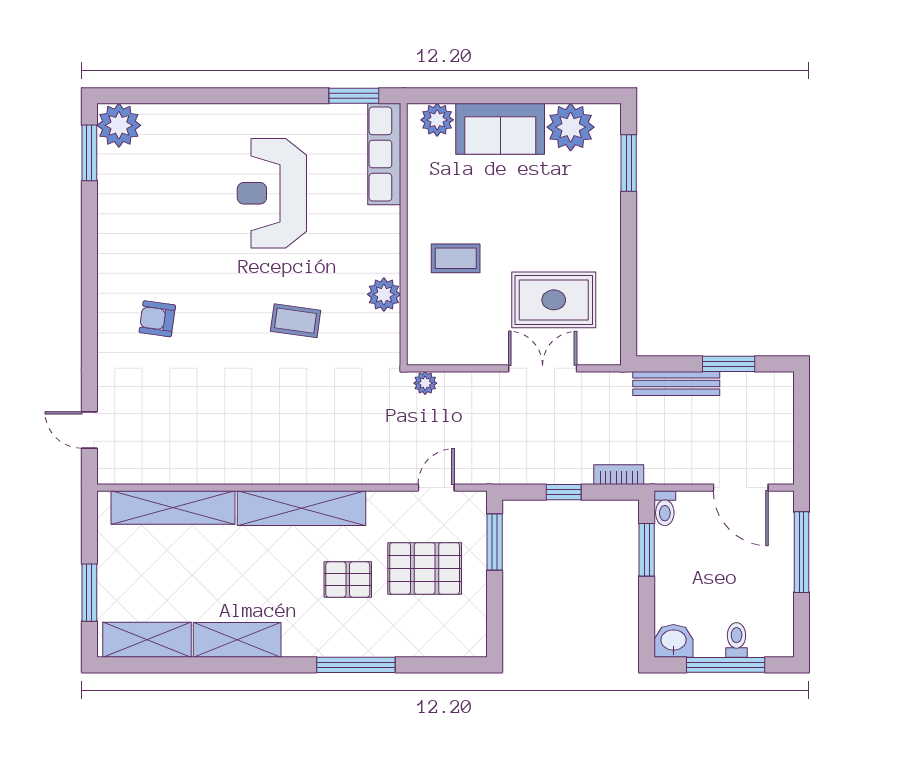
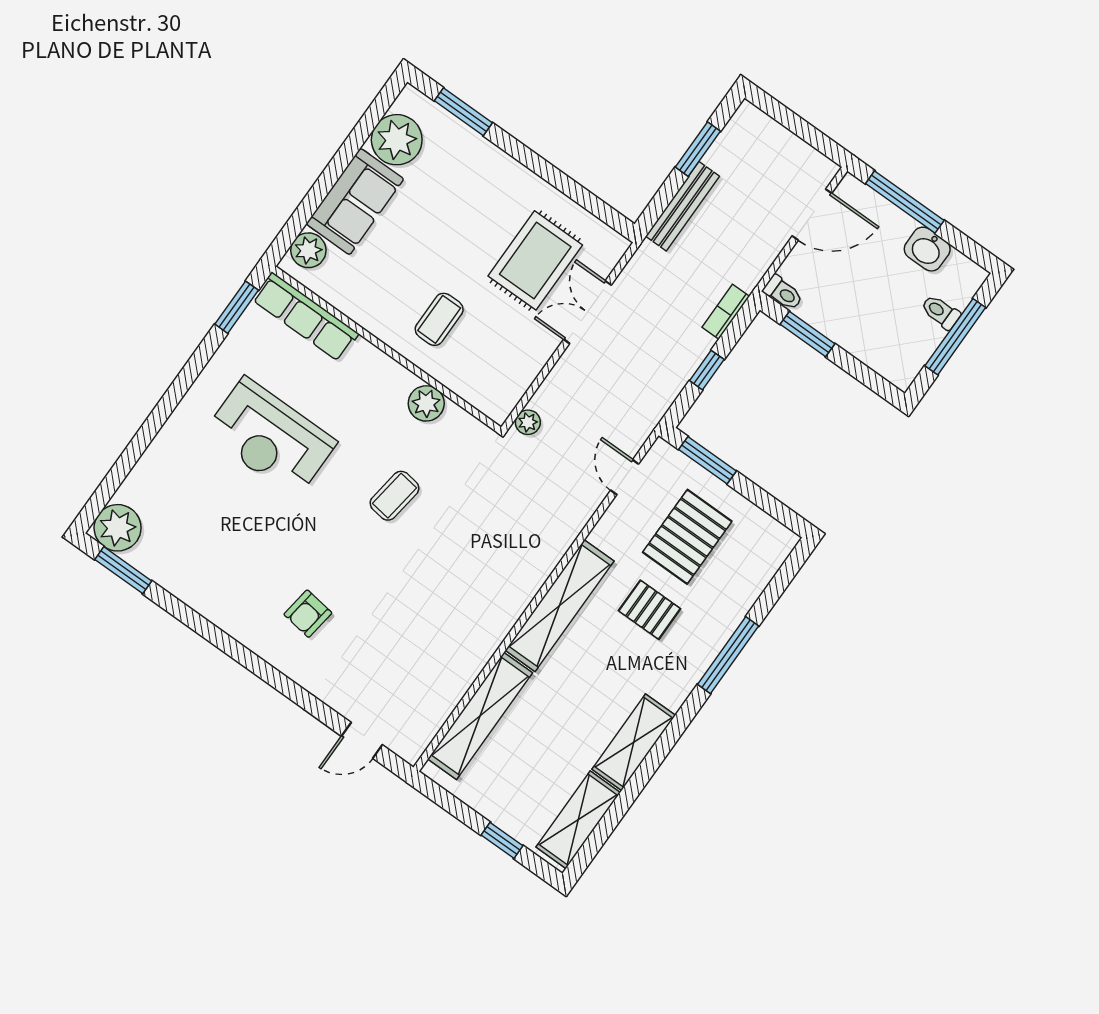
pallet: (348, 580) -> (650, 610), turned 90
window: (89, 593) -> (502, 840), width x0.67
washbasin: (673, 641) -> (927, 249), moved, turned -90

